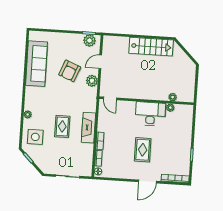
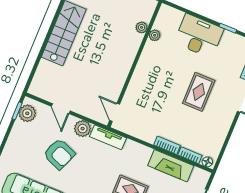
door: (110, 98) -> (115, 112), swing flipped
tv unit: (92, 100) -> (108, 137), added
desk: (150, 114) -> (199, 36), moved, turned 90
fireplace: (89, 128) -> (171, 166), moved
rug: (143, 150) -> (199, 92), turned 90

